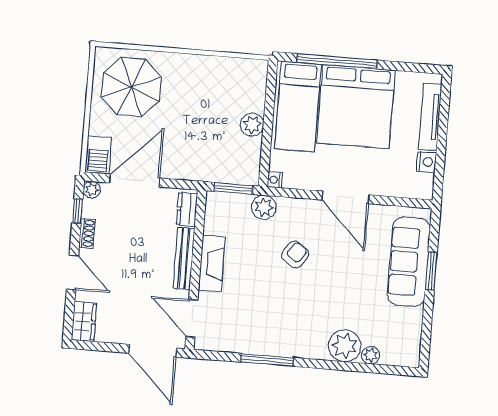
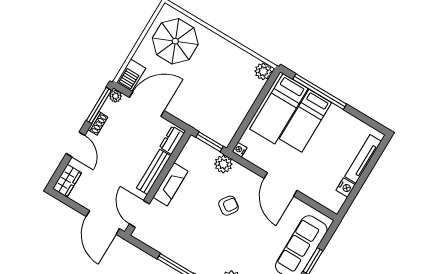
bed: (356, 107) -> (305, 121), width x0.49
plant: (252, 125) -> (263, 71), moved
window: (77, 211) -> (99, 105), width x2.17

